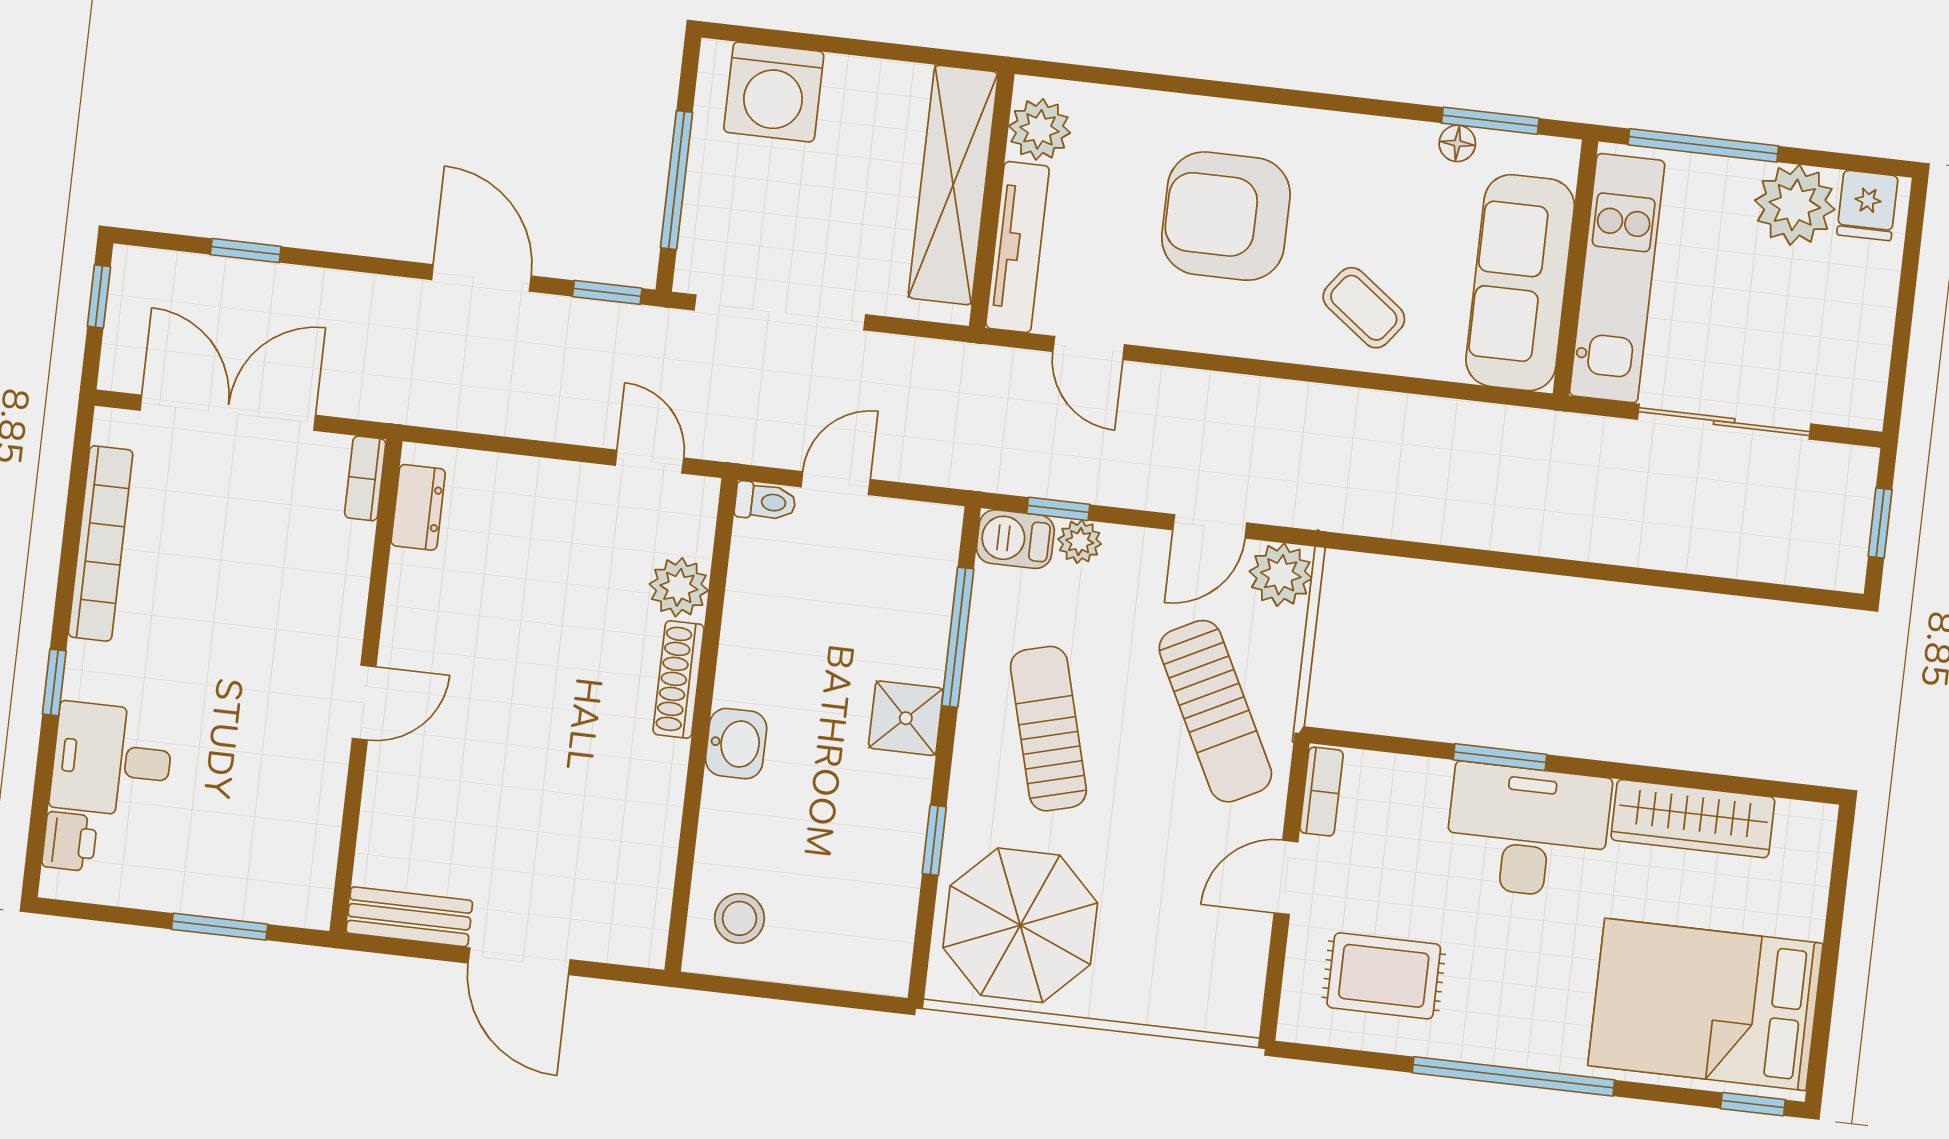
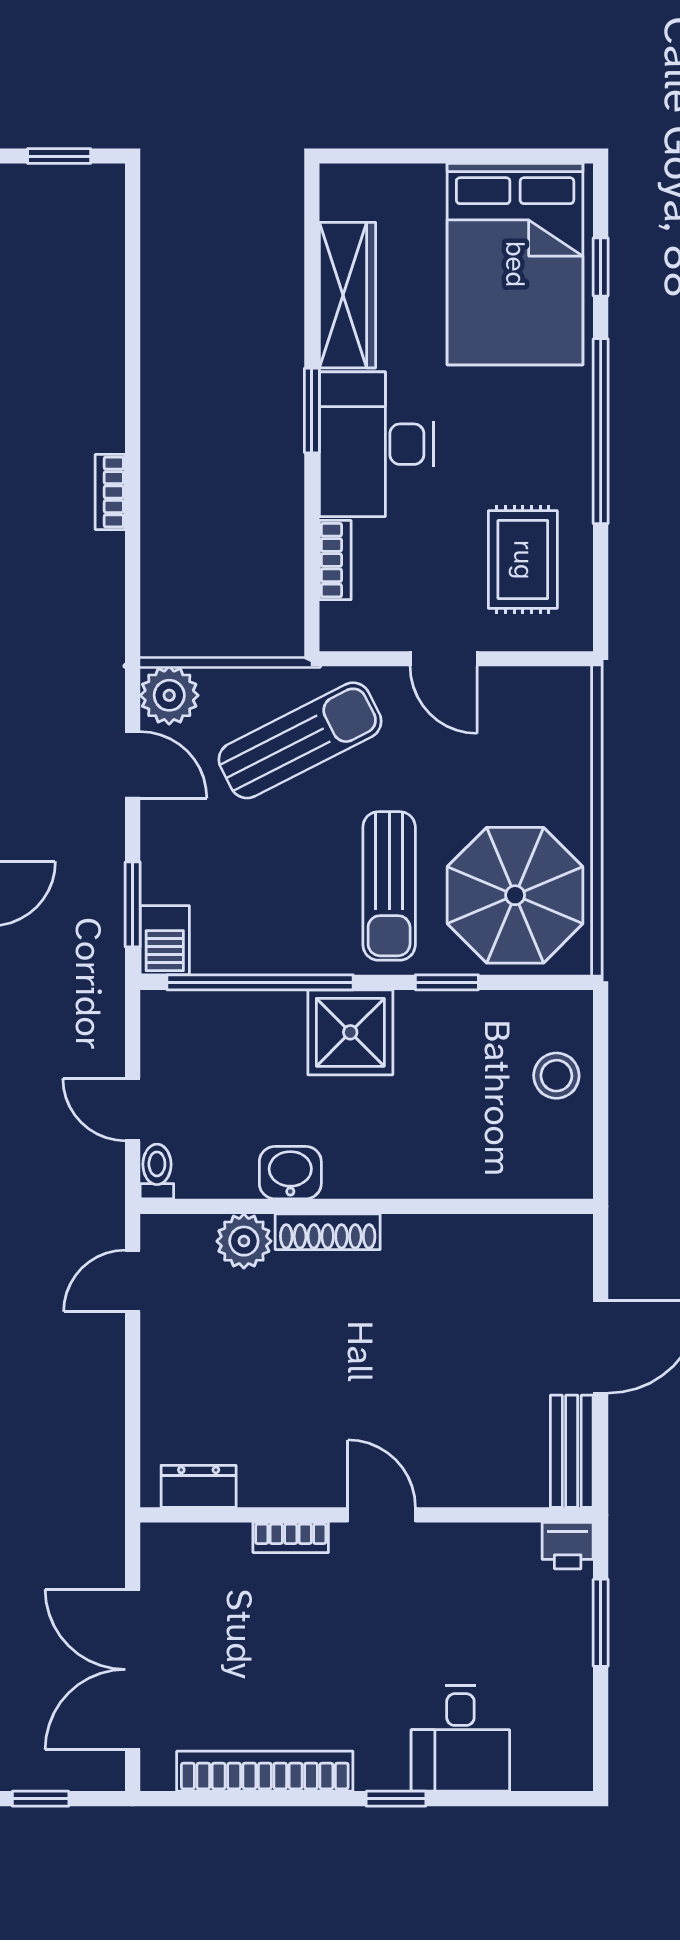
bookcase: (365, 478) -> (291, 1538), moved
window: (1058, 509) -> (133, 904), width x1.50
bookcase: (1509, 536) -> (110, 492), added
plant: (1080, 542) -> (160, 882), removed
window: (958, 637) -> (260, 982), width x1.46
shower: (906, 718) -> (350, 1032), width x1.36, depth x1.36
sun lounger: (1048, 729) -> (389, 886), moved, turned -75
washbasin: (736, 744) -> (290, 1173), moved
window: (1500, 757) -> (312, 410), moved
bookcase: (1322, 792) -> (335, 560), moved, turned 90
printer: (70, 842) -> (568, 1546), moved, turned 180
stool: (739, 918) -> (556, 1076), moved
window: (1753, 1104) -> (601, 267), moved

